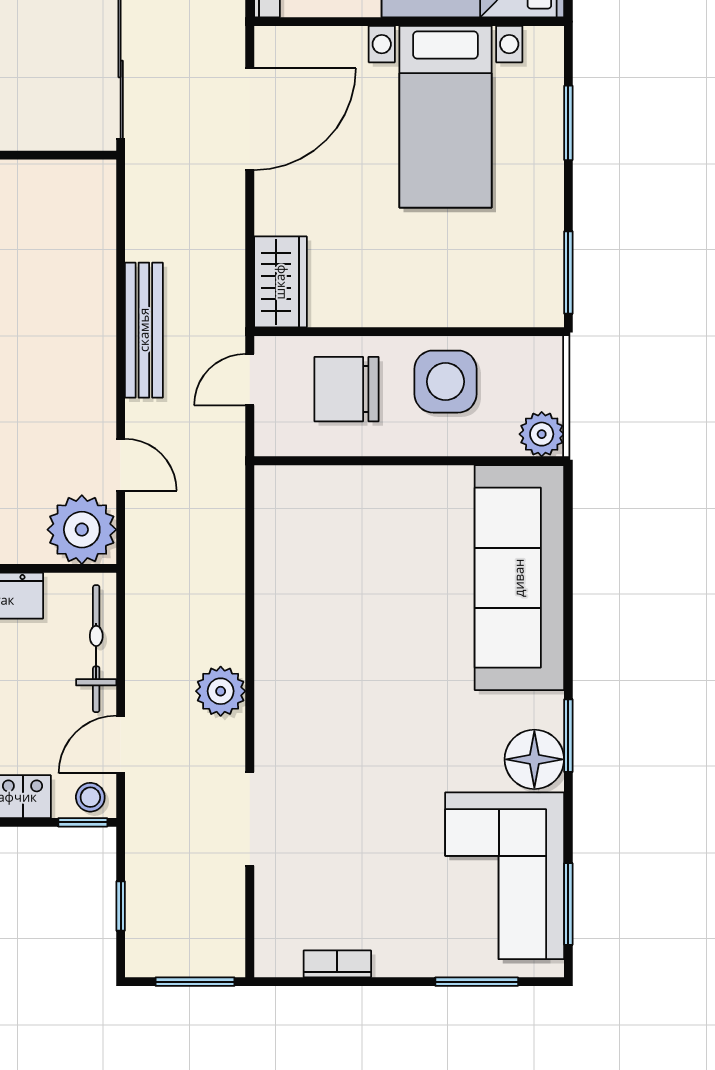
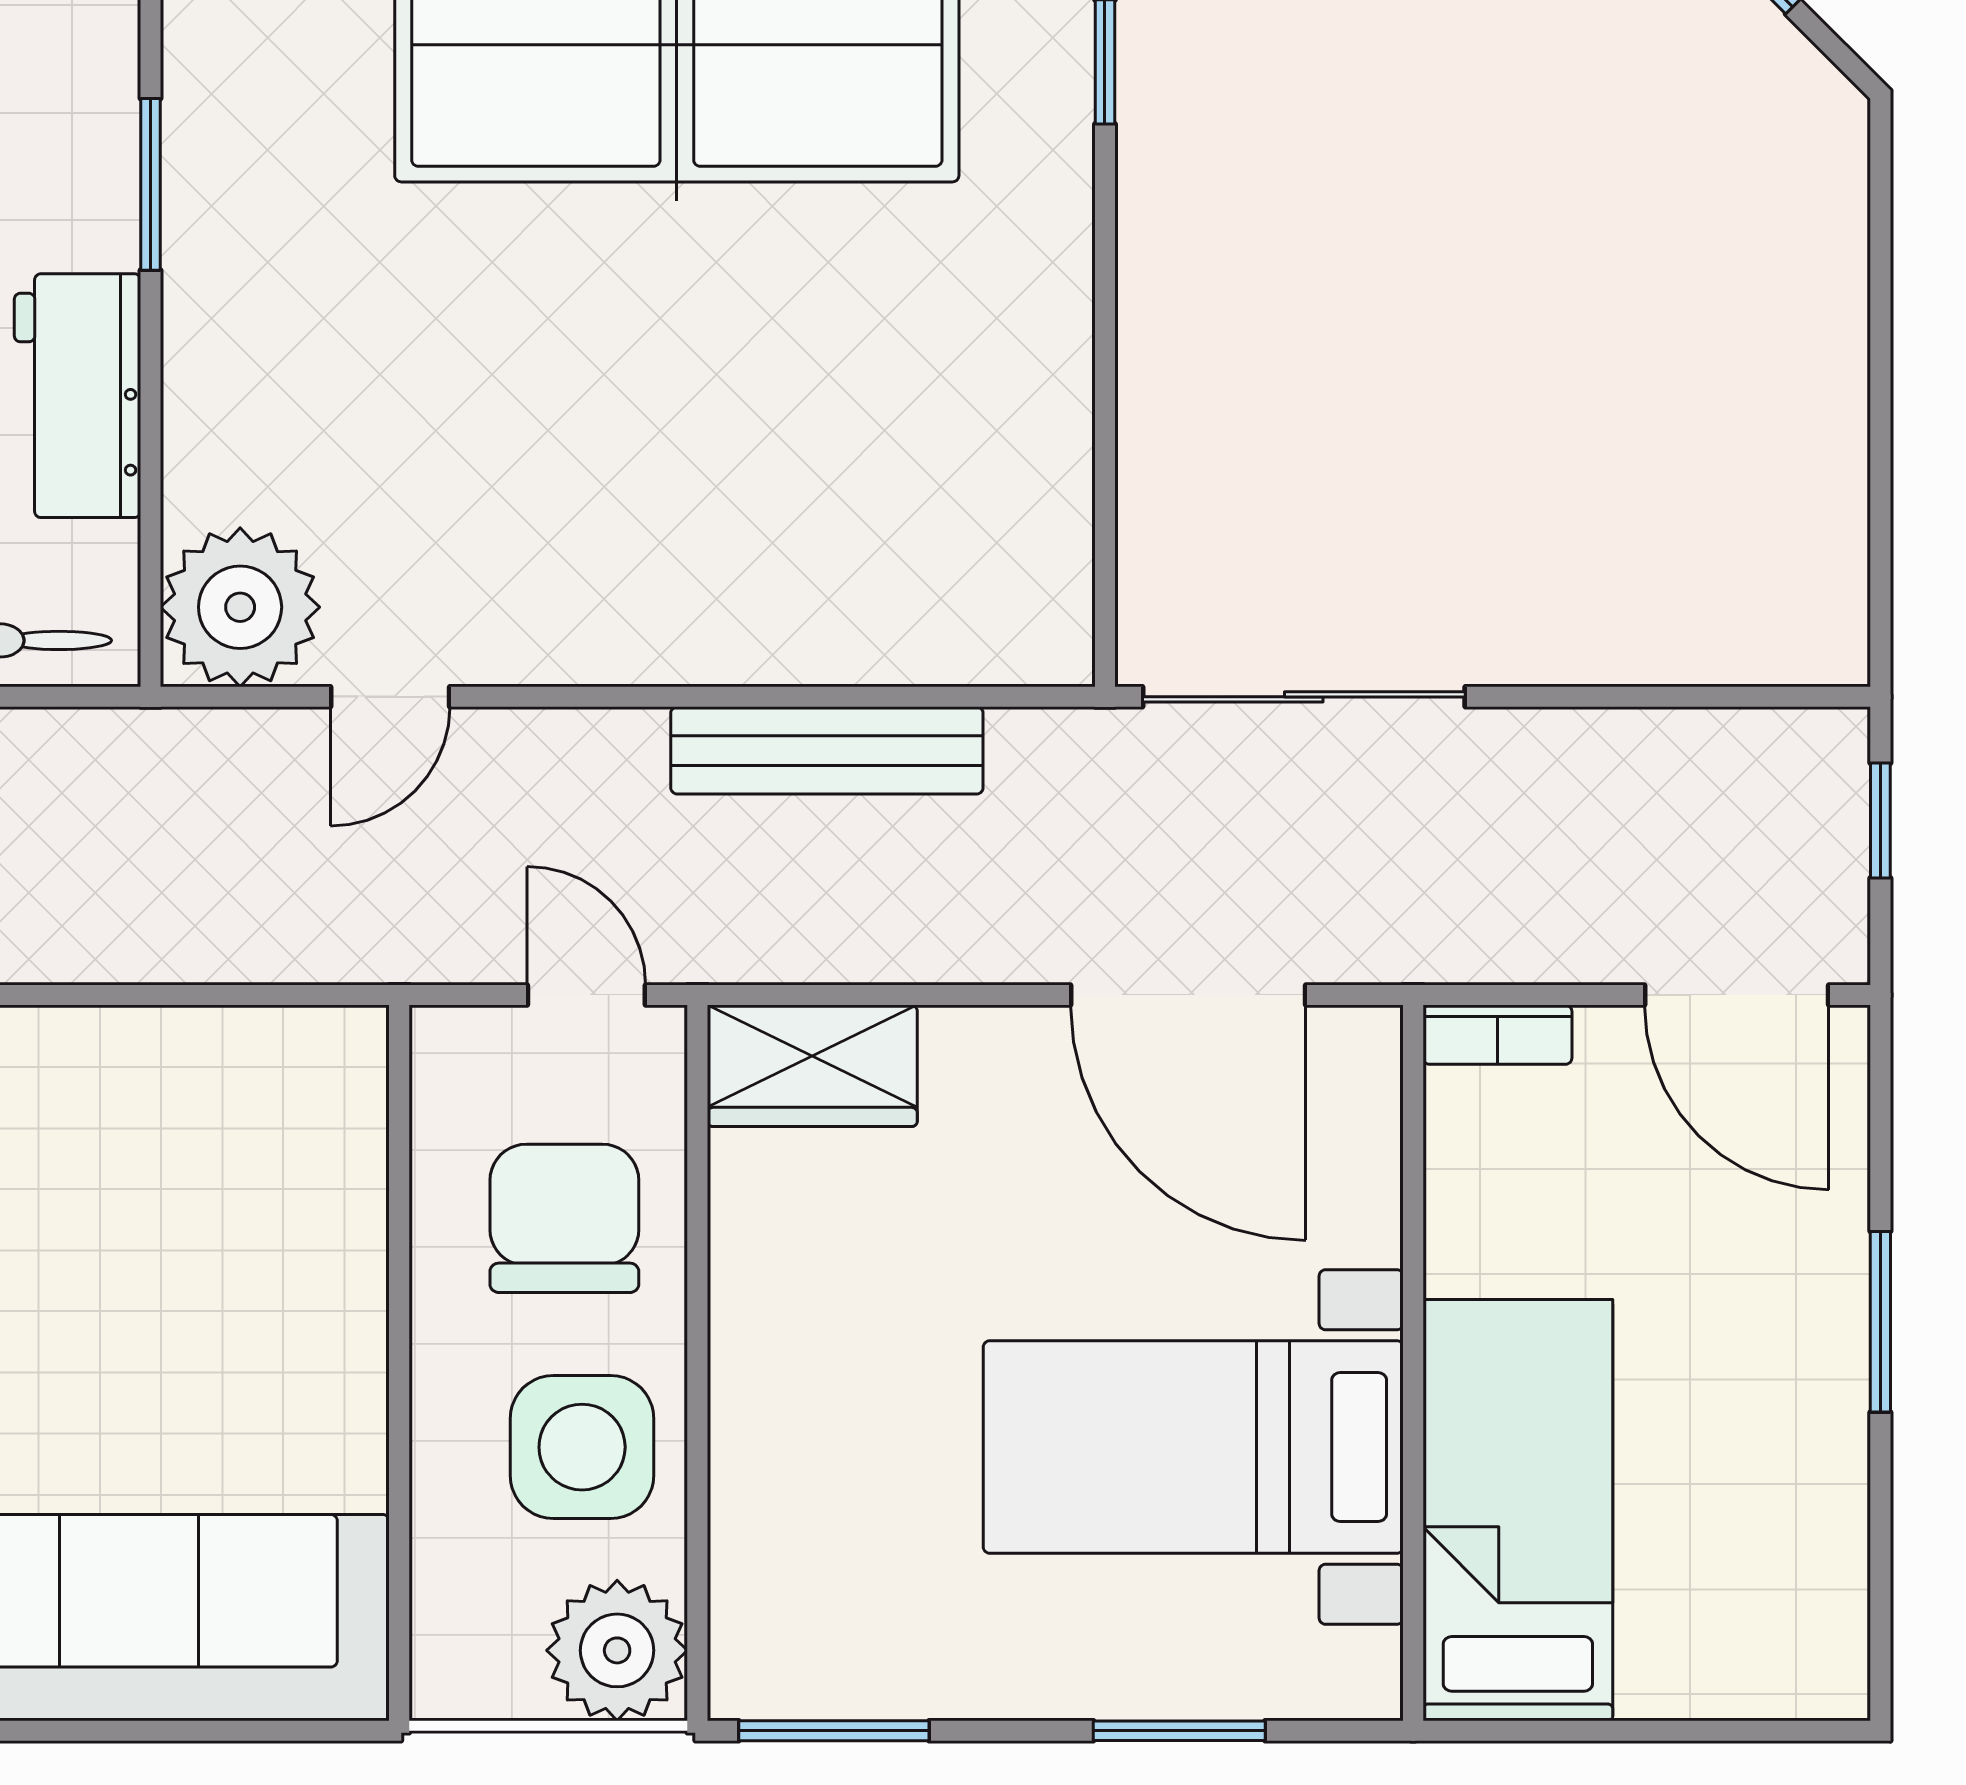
bench: (144, 330) -> (827, 750), moved
plant: (542, 434) -> (617, 1650), moved, width x1.36, depth x1.36

